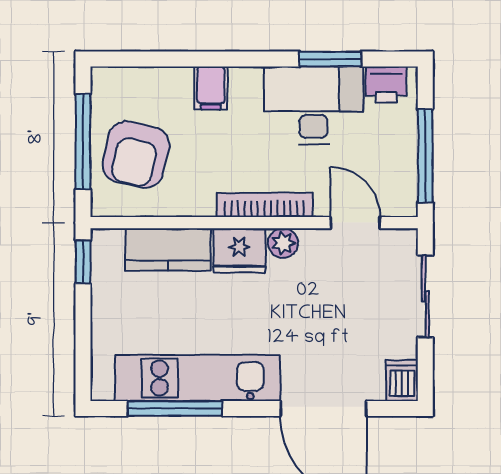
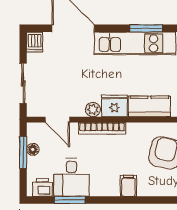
desk: (314, 105) -> (71, 177), width x0.73
window: (425, 156) -> (23, 152), width x0.69
floor lamp: (406, 162) -> (33, 149), added
window: (175, 409) -> (146, 28), width x0.69

